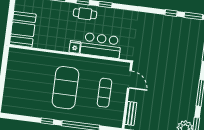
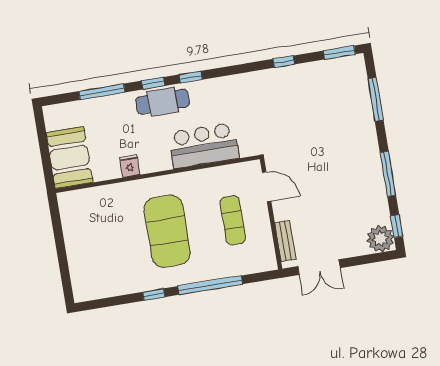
window: (171, 13) -> (284, 62), moved
cafe table: (85, 14) -> (163, 102), width x1.37, depth x1.35
fridge: (75, 47) -> (130, 166), moved

